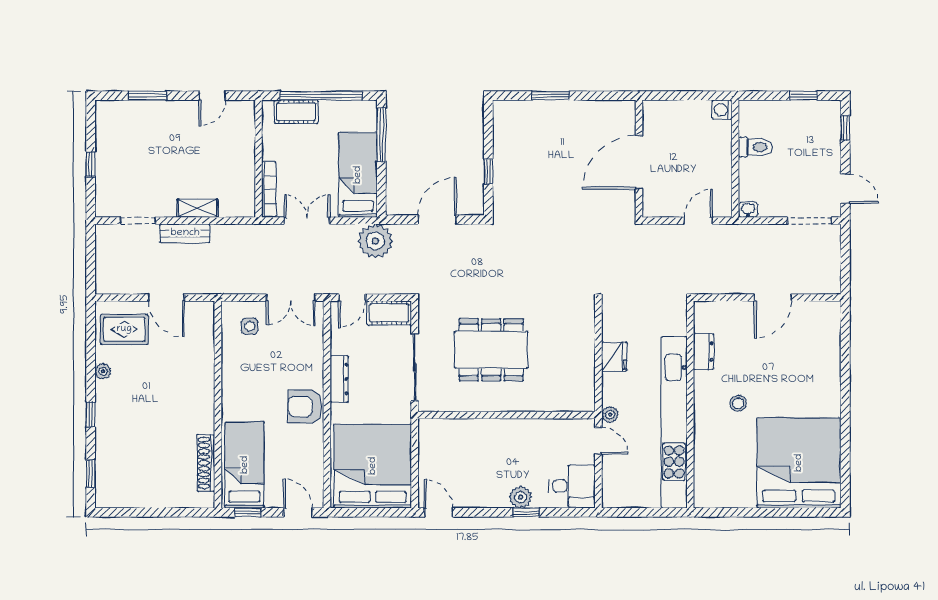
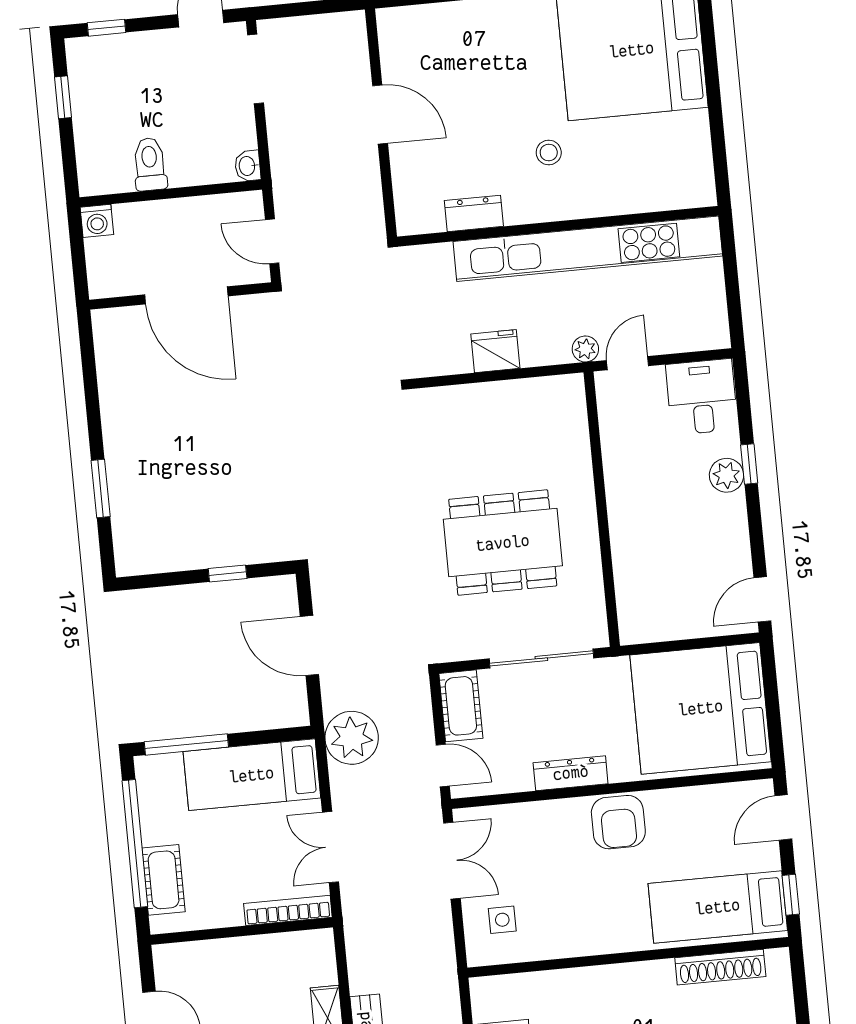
wall: (639, 159) -> (181, 296), moved
door: (639, 162) -> (186, 295), moved
dining table: (491, 350) -> (503, 543), turned 90

